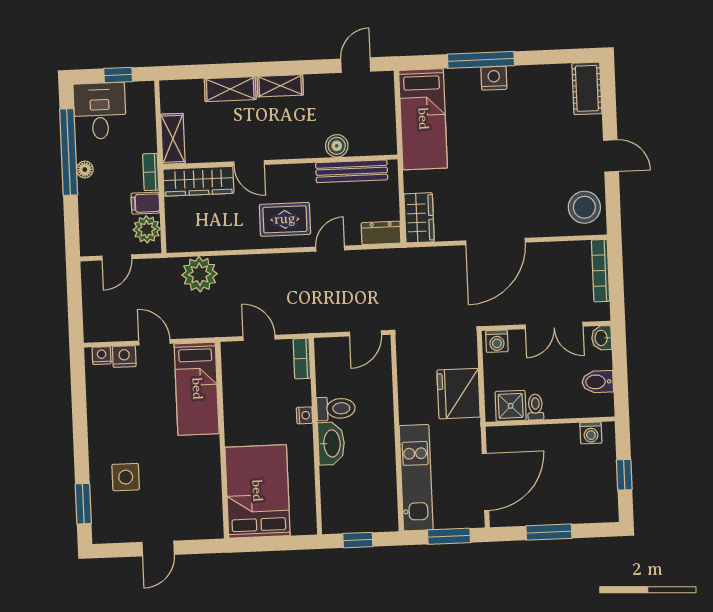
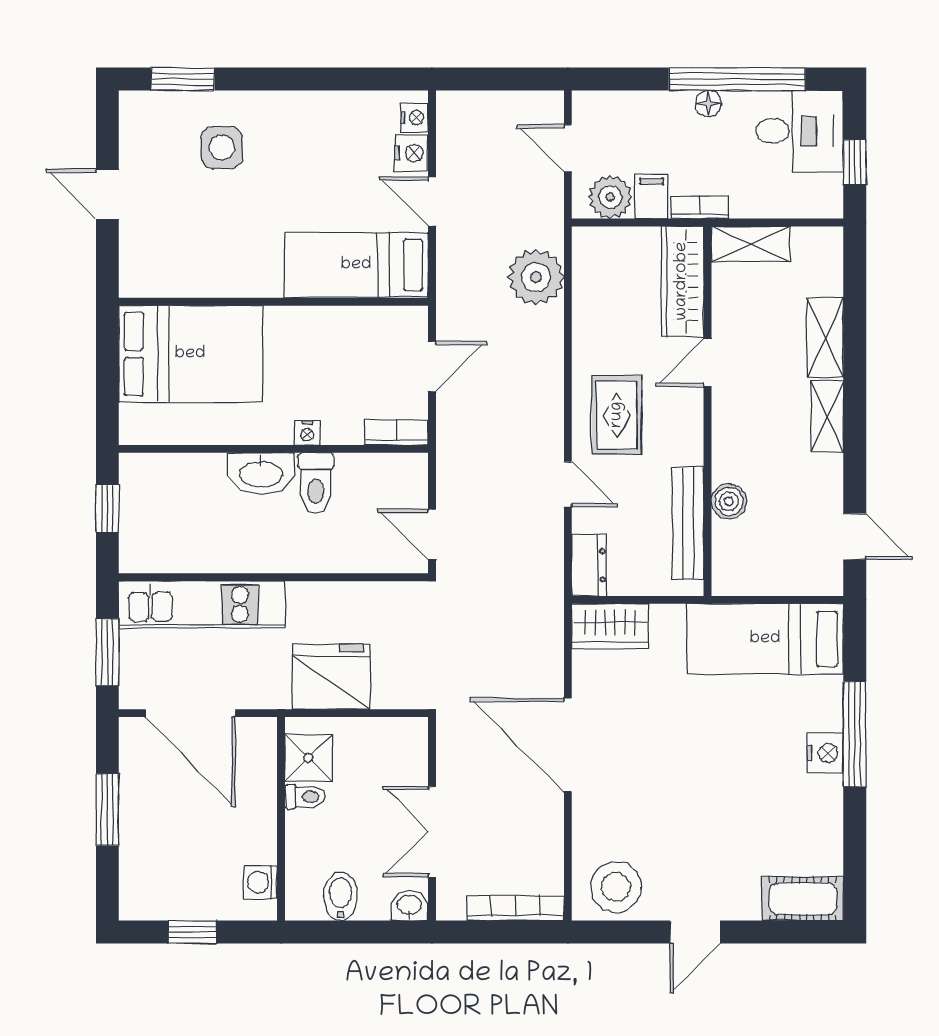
washing machine: (497, 341) -> (411, 740), removed
door: (154, 342) -> (432, 202), swing flipped

